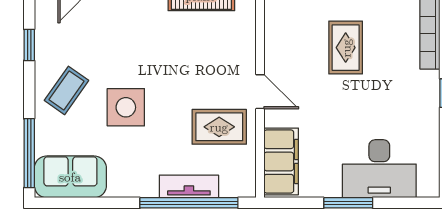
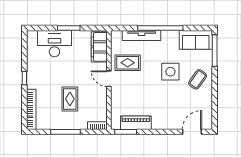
window: (29, 45) -> (215, 100), removed
tv unit: (189, 186) -> (142, 35), width x1.41
window: (189, 203) -> (160, 28), moved

